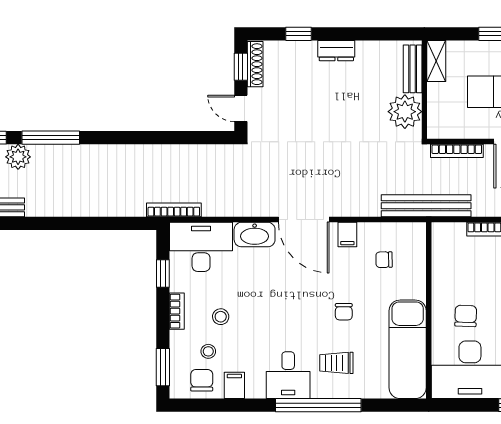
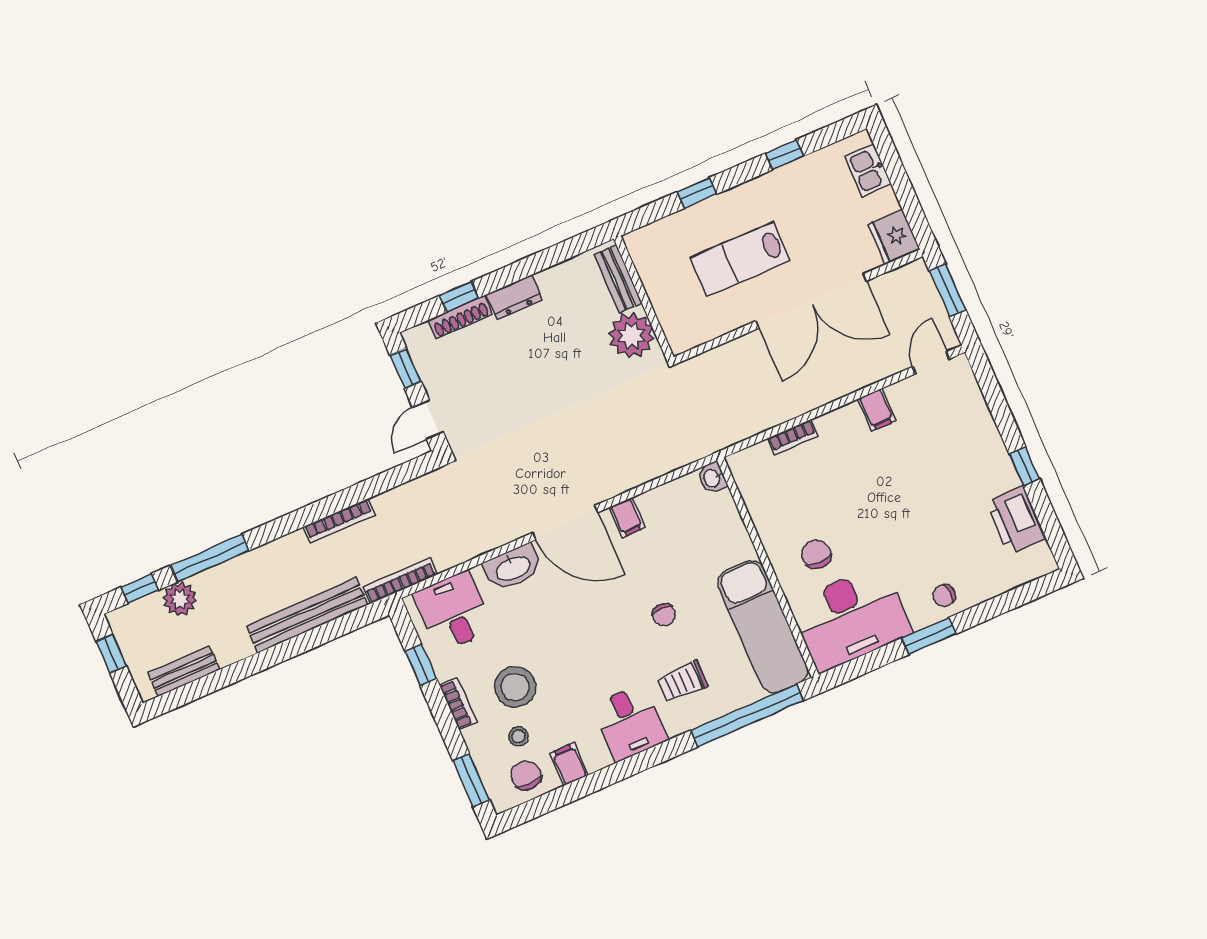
shelving: (436, 61) -> (643, 256), removed
shoe rack: (255, 64) -> (460, 317), moved, turned 90
door: (241, 108) -> (428, 420), hinge flipped
bookcase: (457, 151) -> (339, 521), moved
bench: (426, 206) -> (307, 615), moved
washbasin: (417, 233) -> (712, 478), added
desk: (201, 247) -> (453, 612), width x0.73
chair: (384, 260) -> (685, 529), removed
stool: (221, 317) -> (515, 687), width x1.89, depth x1.89
window: (318, 405) -> (747, 715), moved

